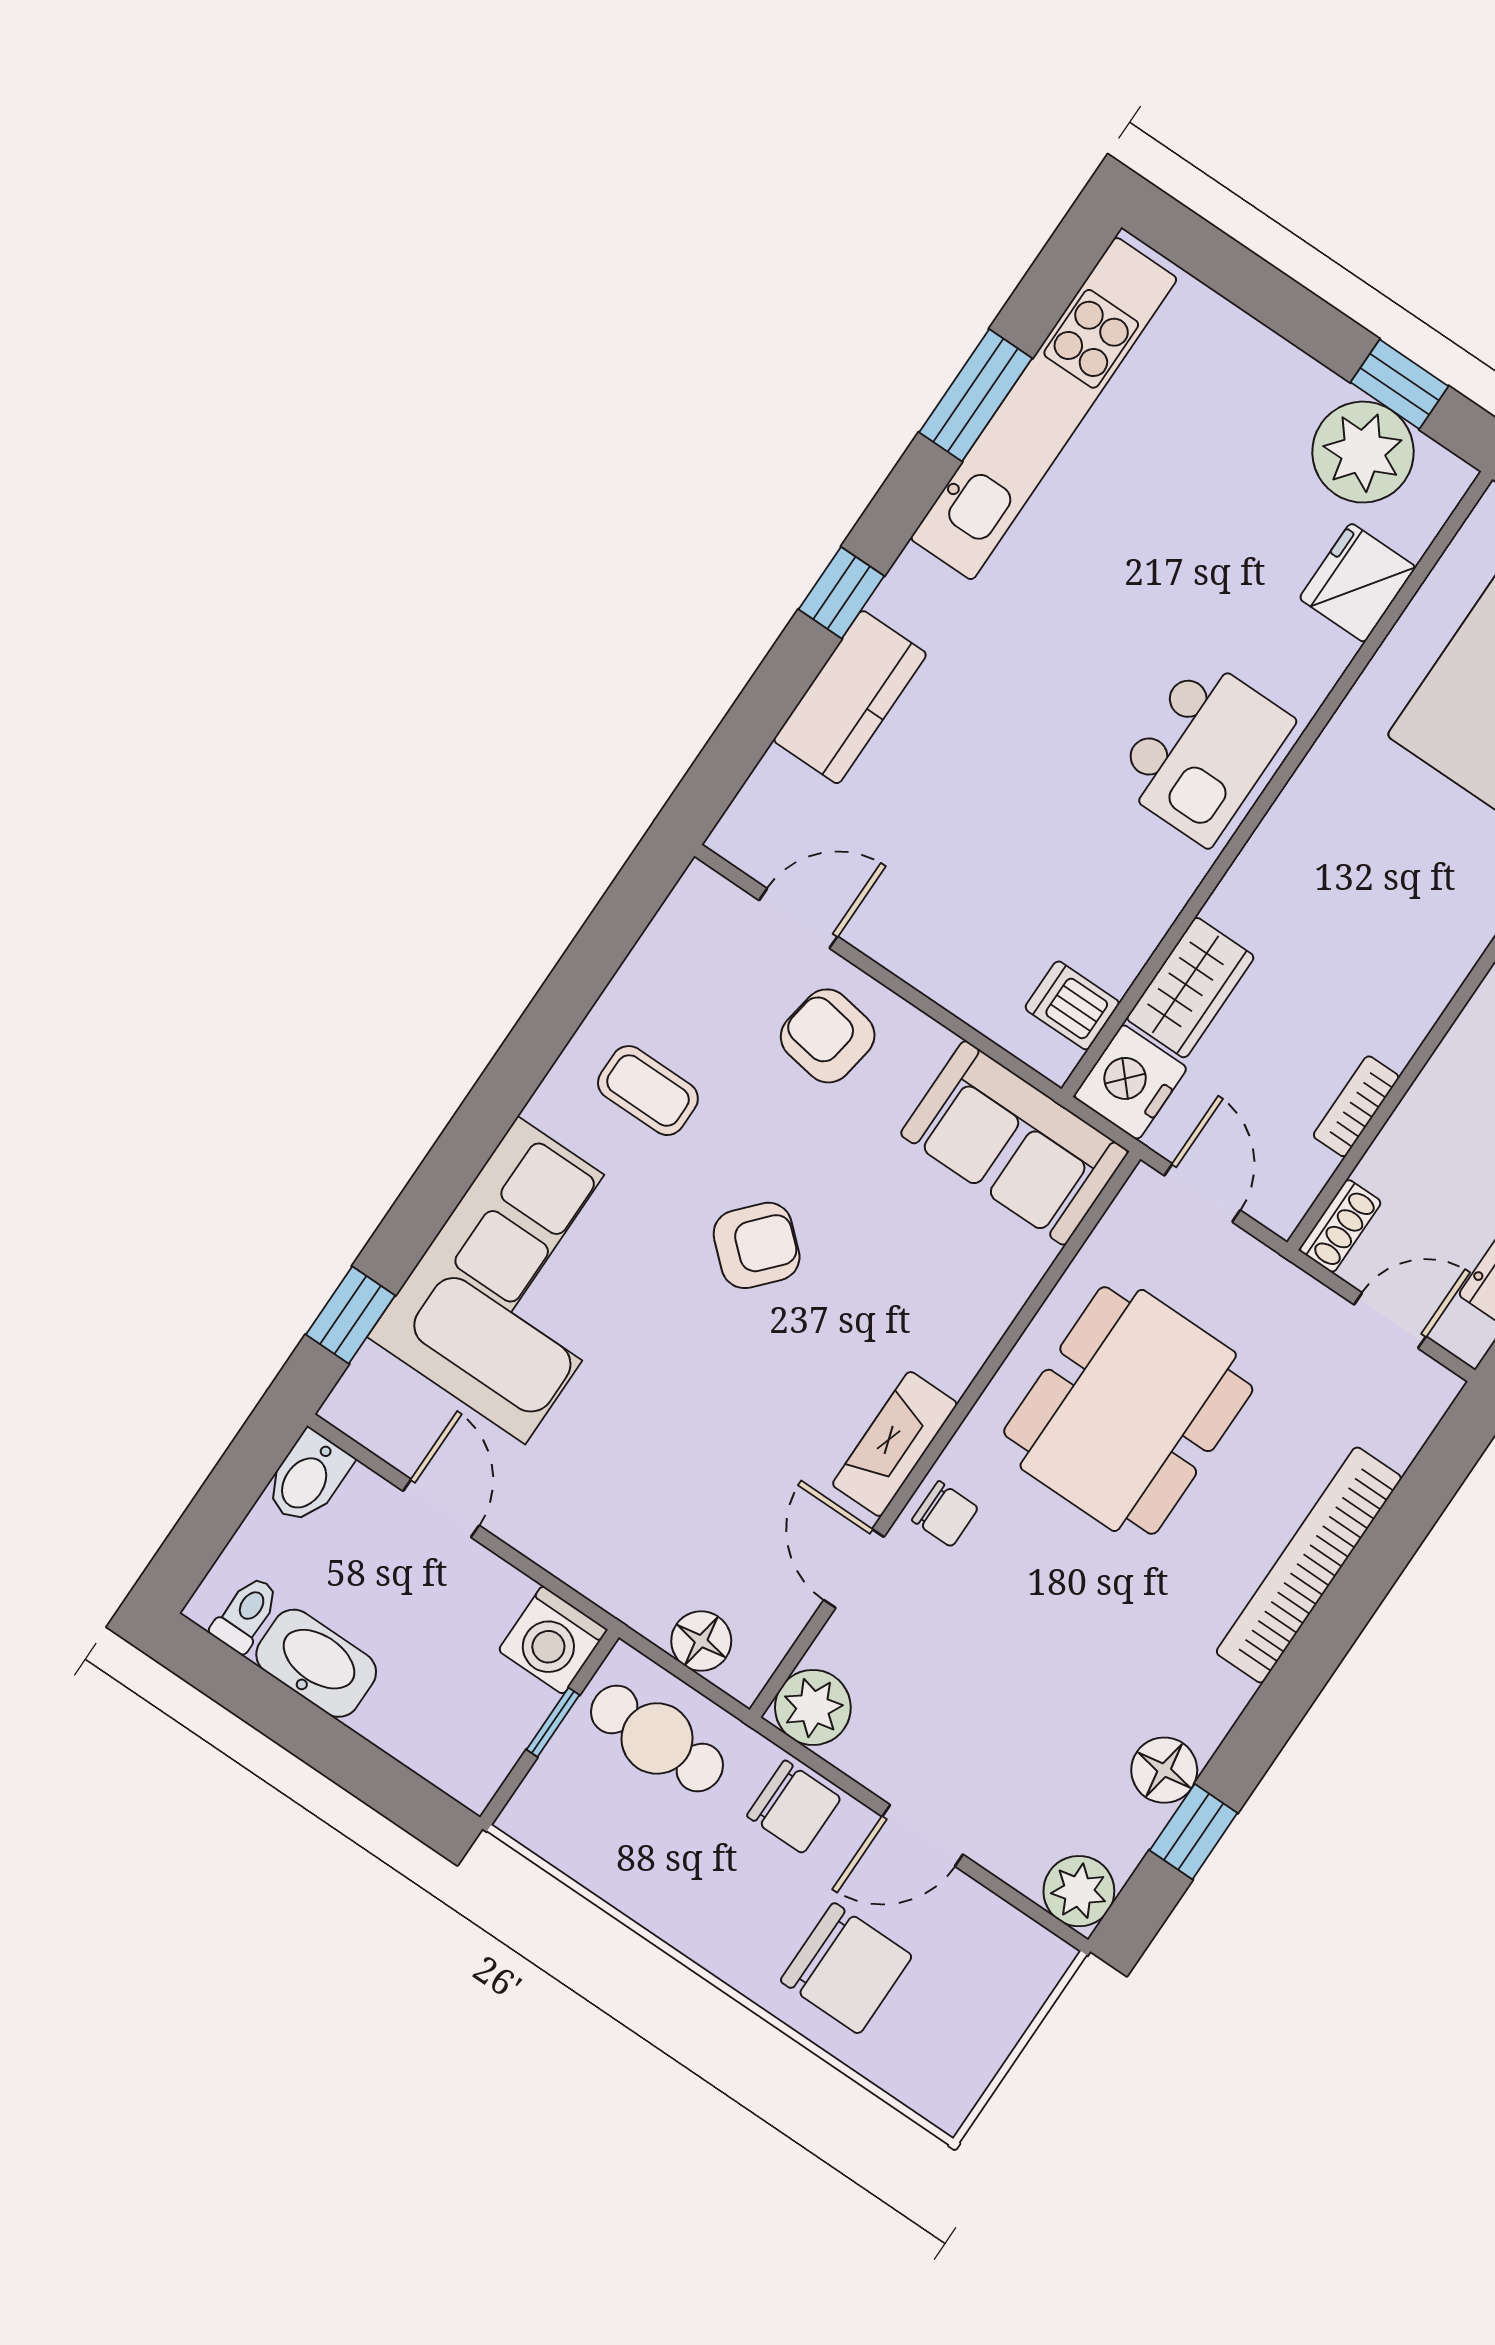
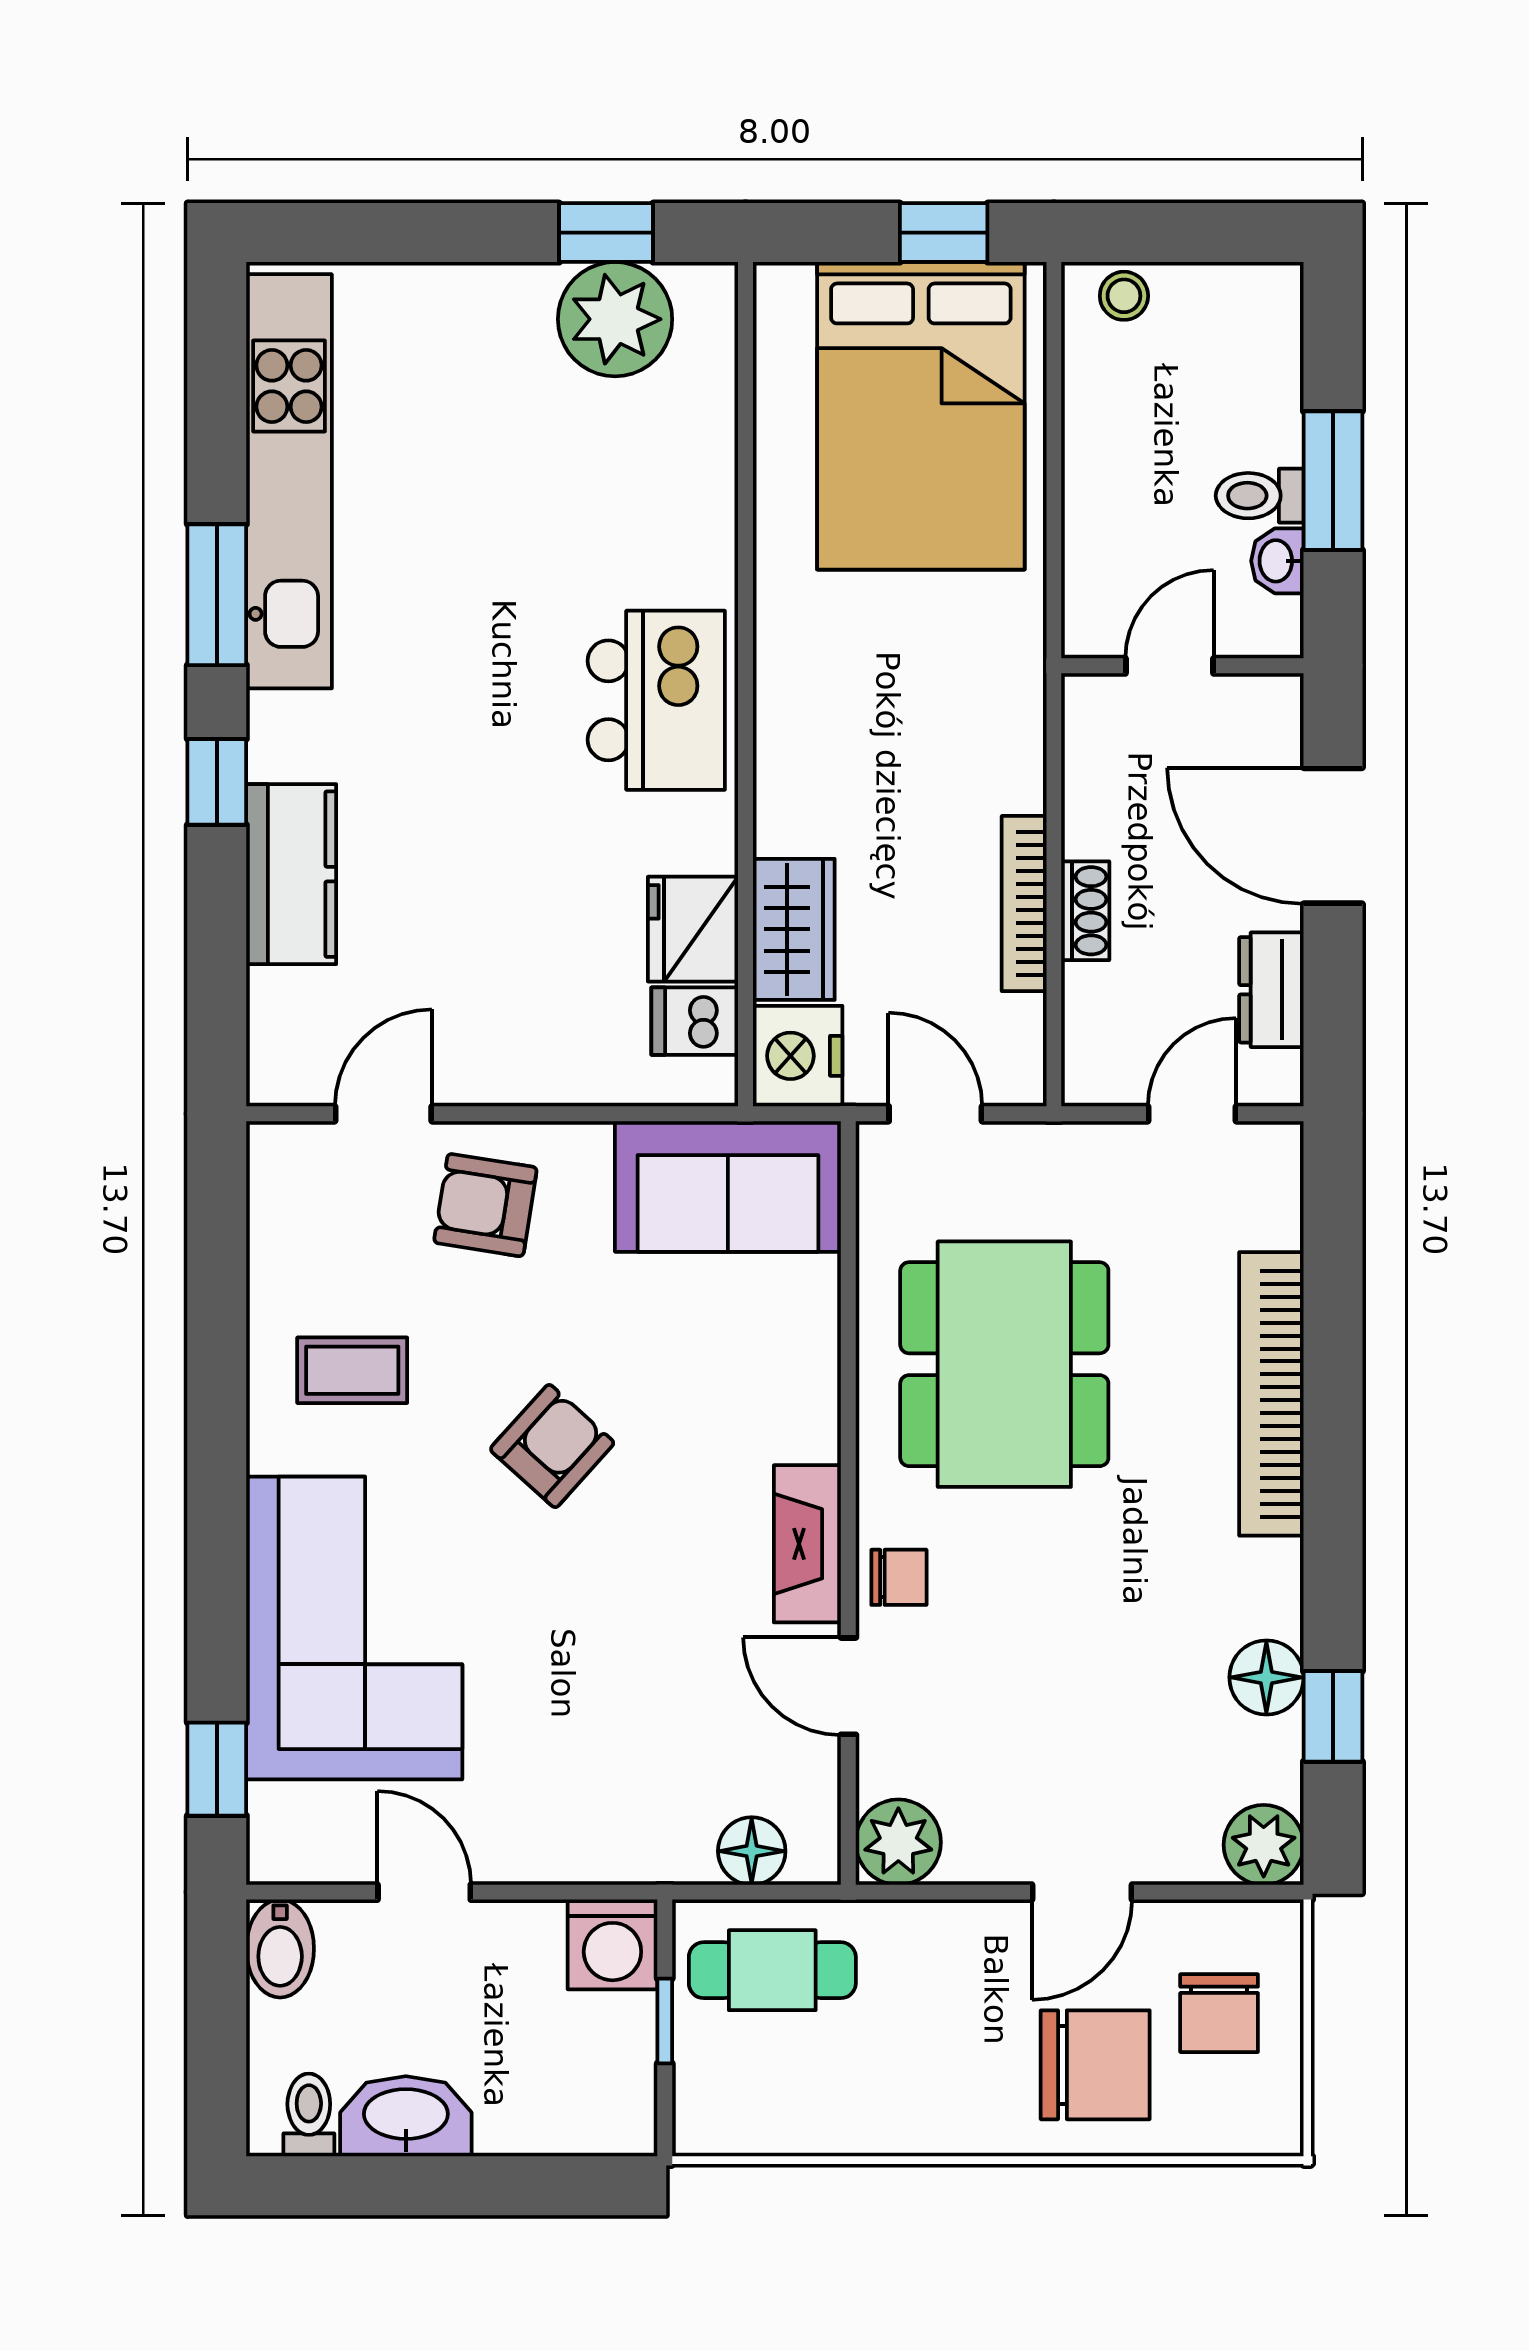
window: (976, 395) -> (217, 595), moved
fridge: (1358, 583) -> (693, 929), moved
bookcase: (1356, 1106) -> (1024, 904), width x1.56
shoe rack: (1340, 1226) -> (1085, 911), moved
chair: (794, 1807) -> (1219, 2013), moved, turned 90

